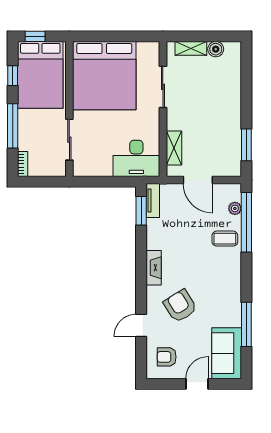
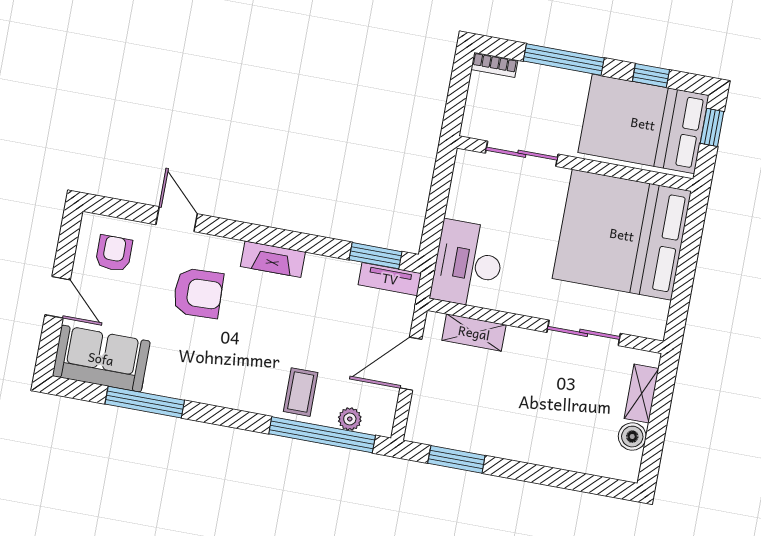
armchair: (180, 306) -> (198, 293), turned 30

